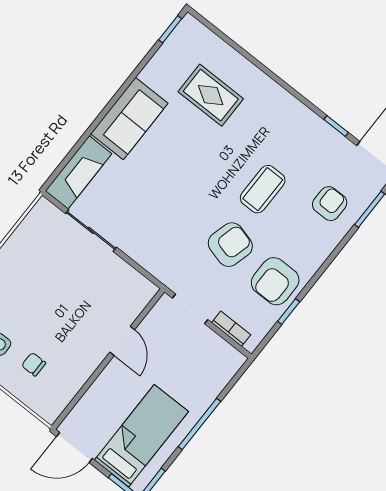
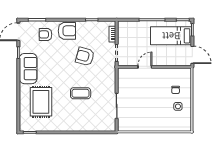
rug: (211, 95) -> (41, 102), width x1.36, depth x1.43
sofa: (129, 118) -> (28, 69), moved, turned 90
fireplace: (79, 172) -> (101, 125), removed
coffee table: (263, 189) -> (81, 93), moved
armchair: (275, 281) -> (67, 31), moved

